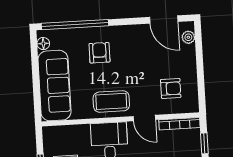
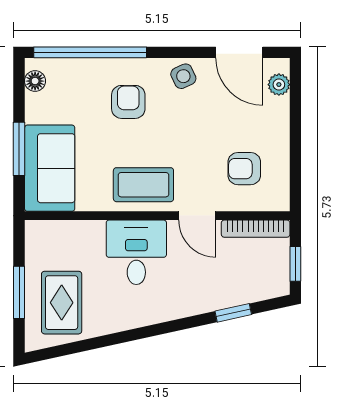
side table: (131, 36) -> (183, 76), added
window: (36, 84) -> (19, 149), added
sofa: (54, 86) -> (50, 168), width x0.73
armchair: (171, 88) -> (244, 169), turned 180

